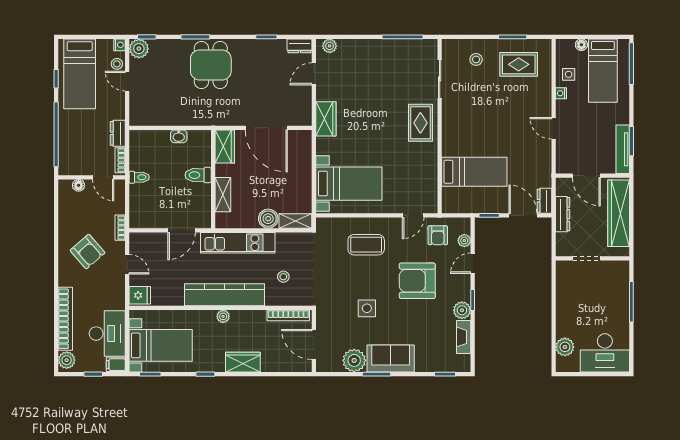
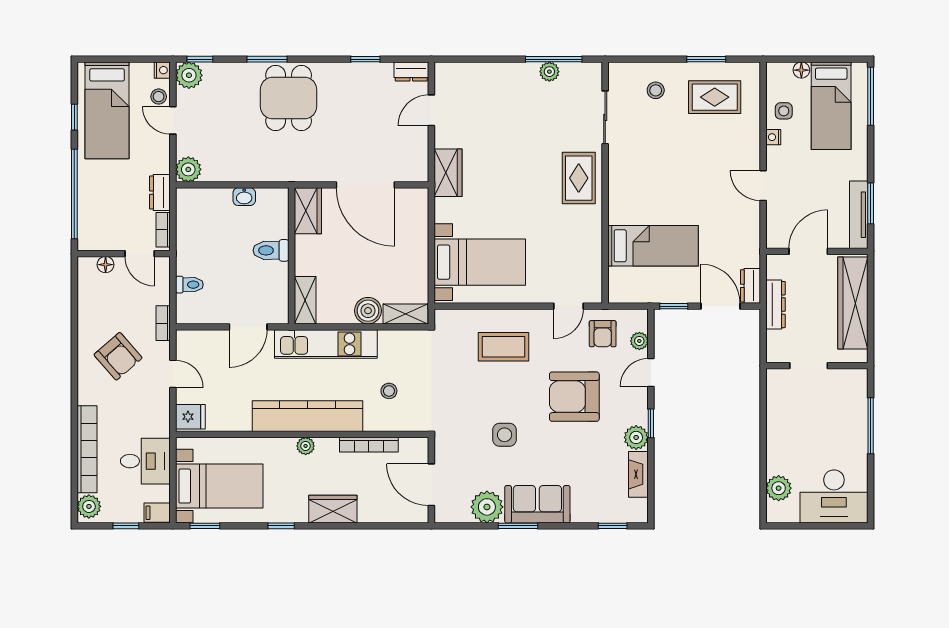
plant: (330, 46) -> (549, 72), moved
plant: (138, 117) -> (188, 169), added
door: (586, 176) -> (808, 251), swing flipped
toilet: (139, 177) -> (189, 285), moved
shelving: (223, 195) -> (305, 300), moved
bookcase: (288, 315) -> (369, 445), moved
desk: (107, 334) -> (145, 461), width x0.73

